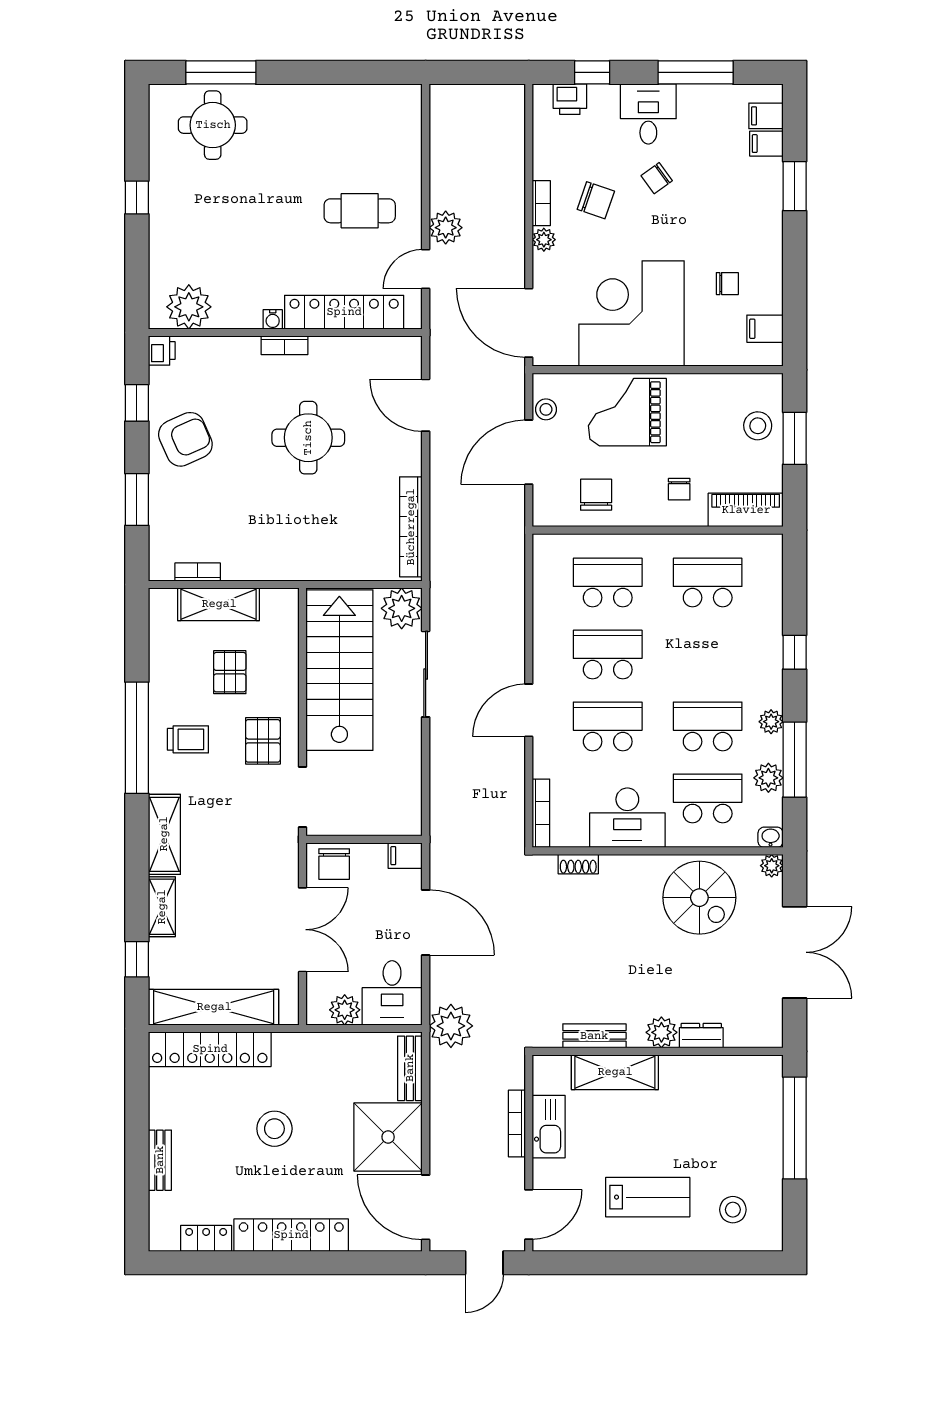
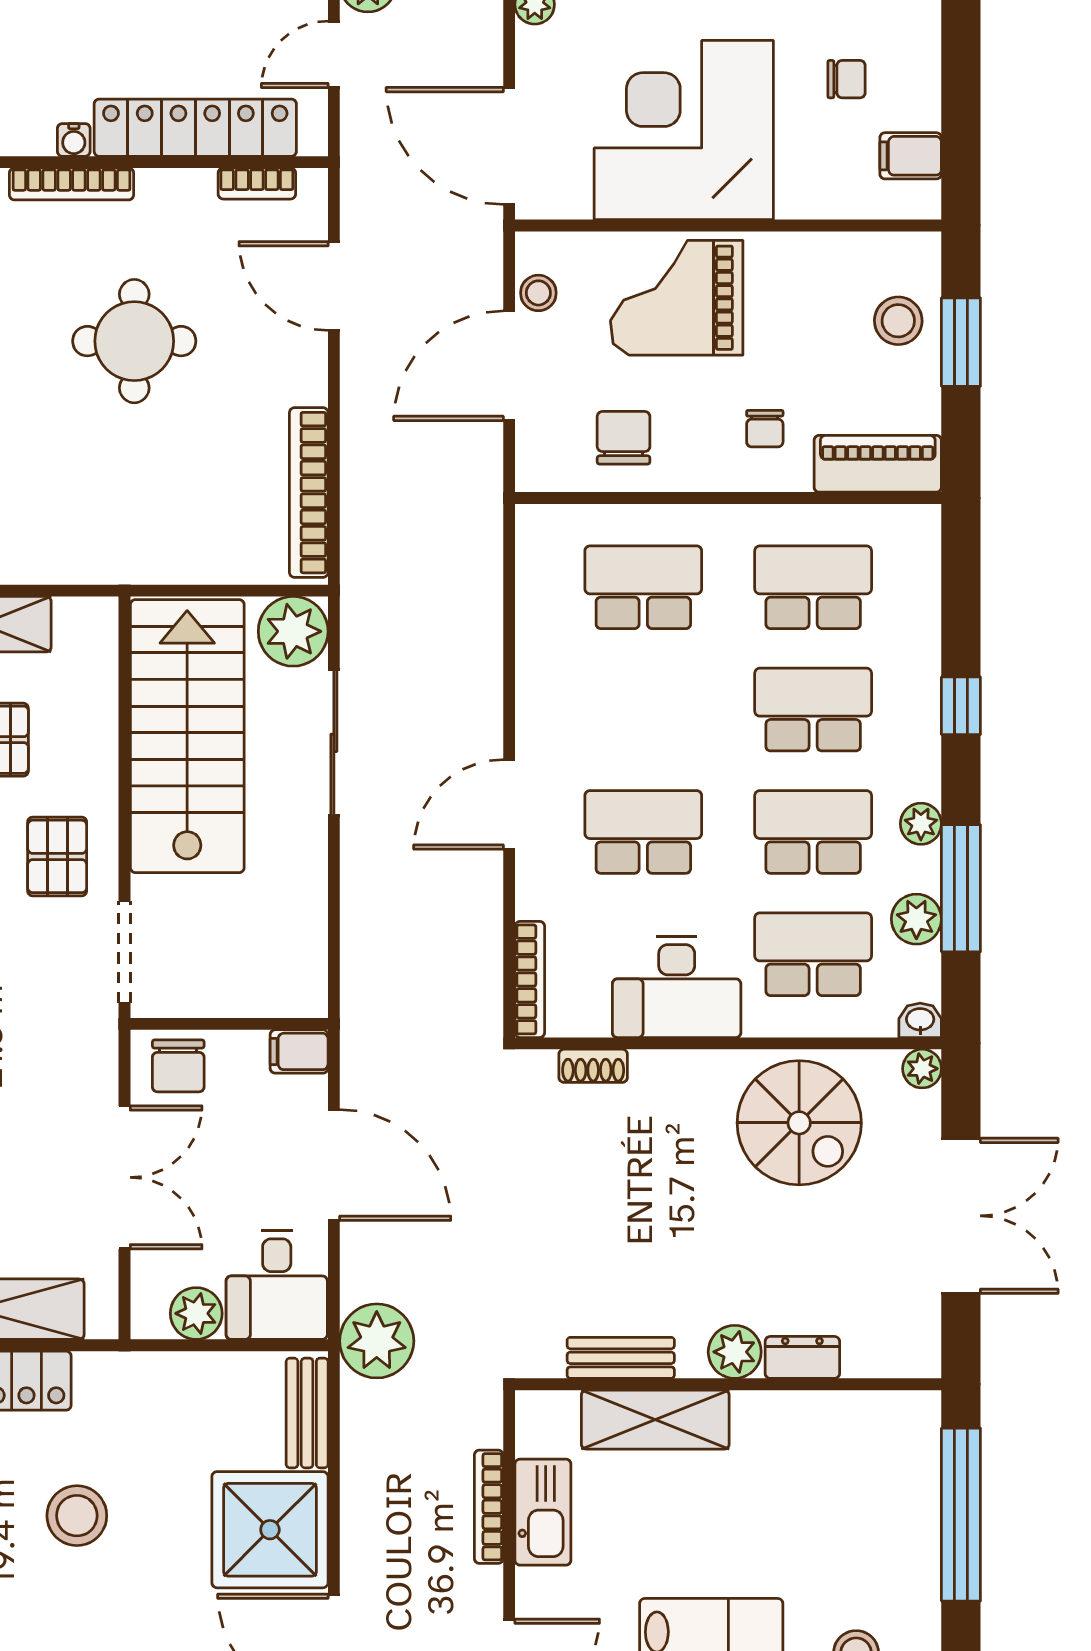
bookcase: (284, 345) -> (72, 184), width x1.56
bookcase: (380, 345) -> (257, 184), added
school desk: (608, 654) -> (813, 710), moved

